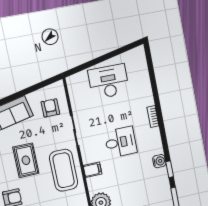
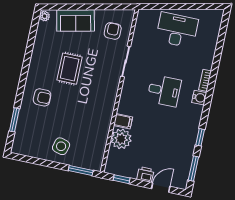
water cooler: (159, 161) -> (199, 98), moved
coffee table: (64, 170) -> (100, 93), removed
filing cabinet: (92, 170) -> (123, 121), moved

